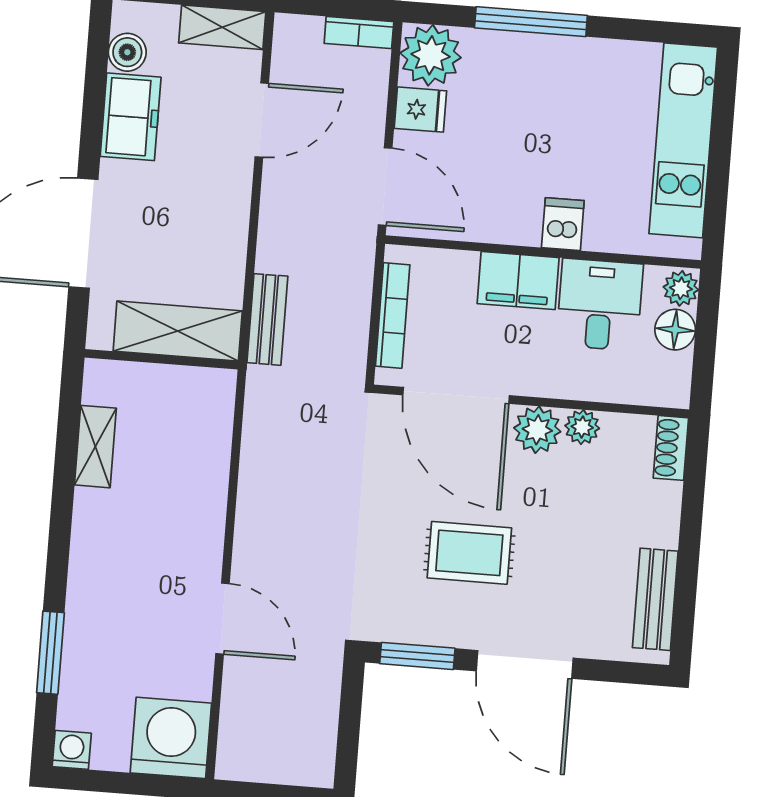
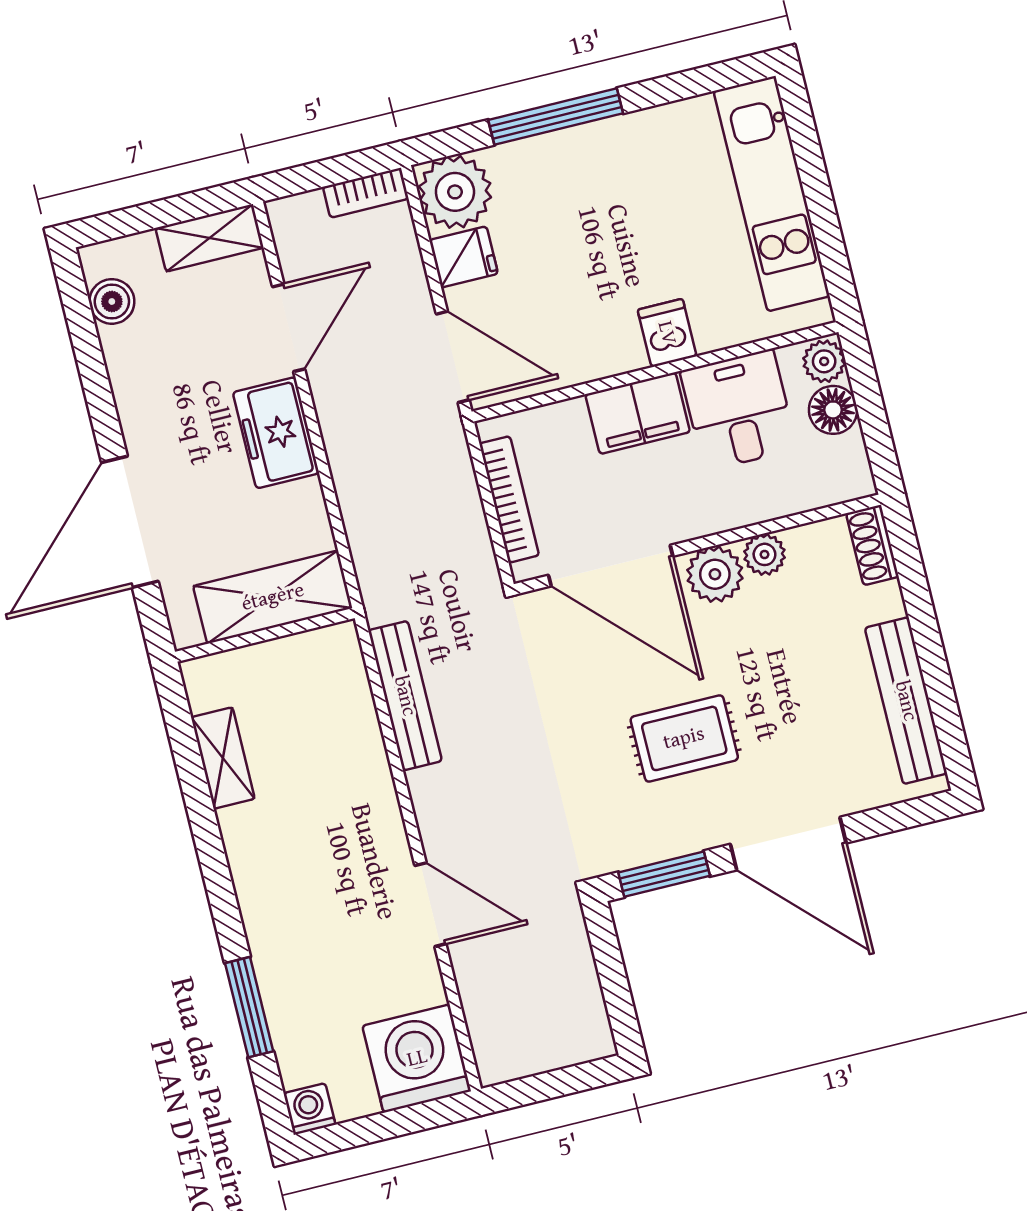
freezer: (131, 117) -> (276, 433), moved, turned 180
bench: (267, 319) -> (405, 696), moved, width x1.36
bench: (655, 599) -> (906, 701), width x1.36

